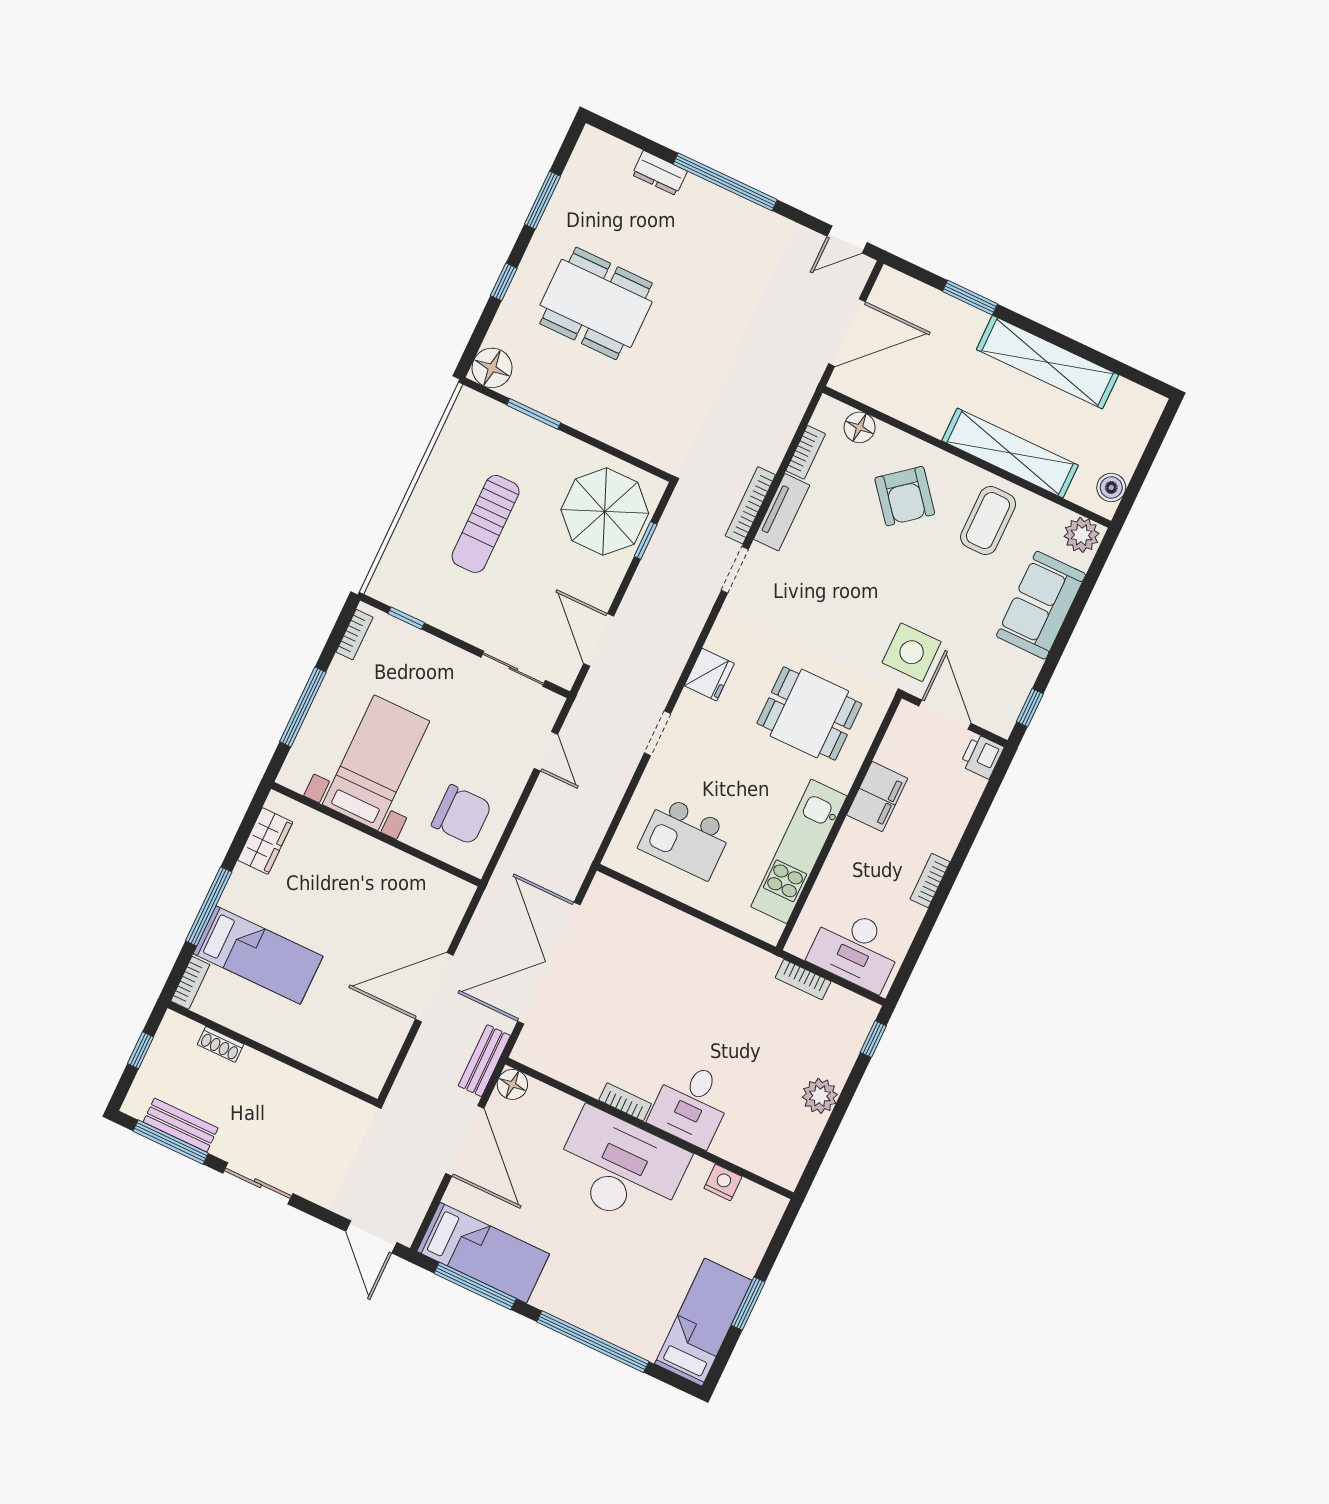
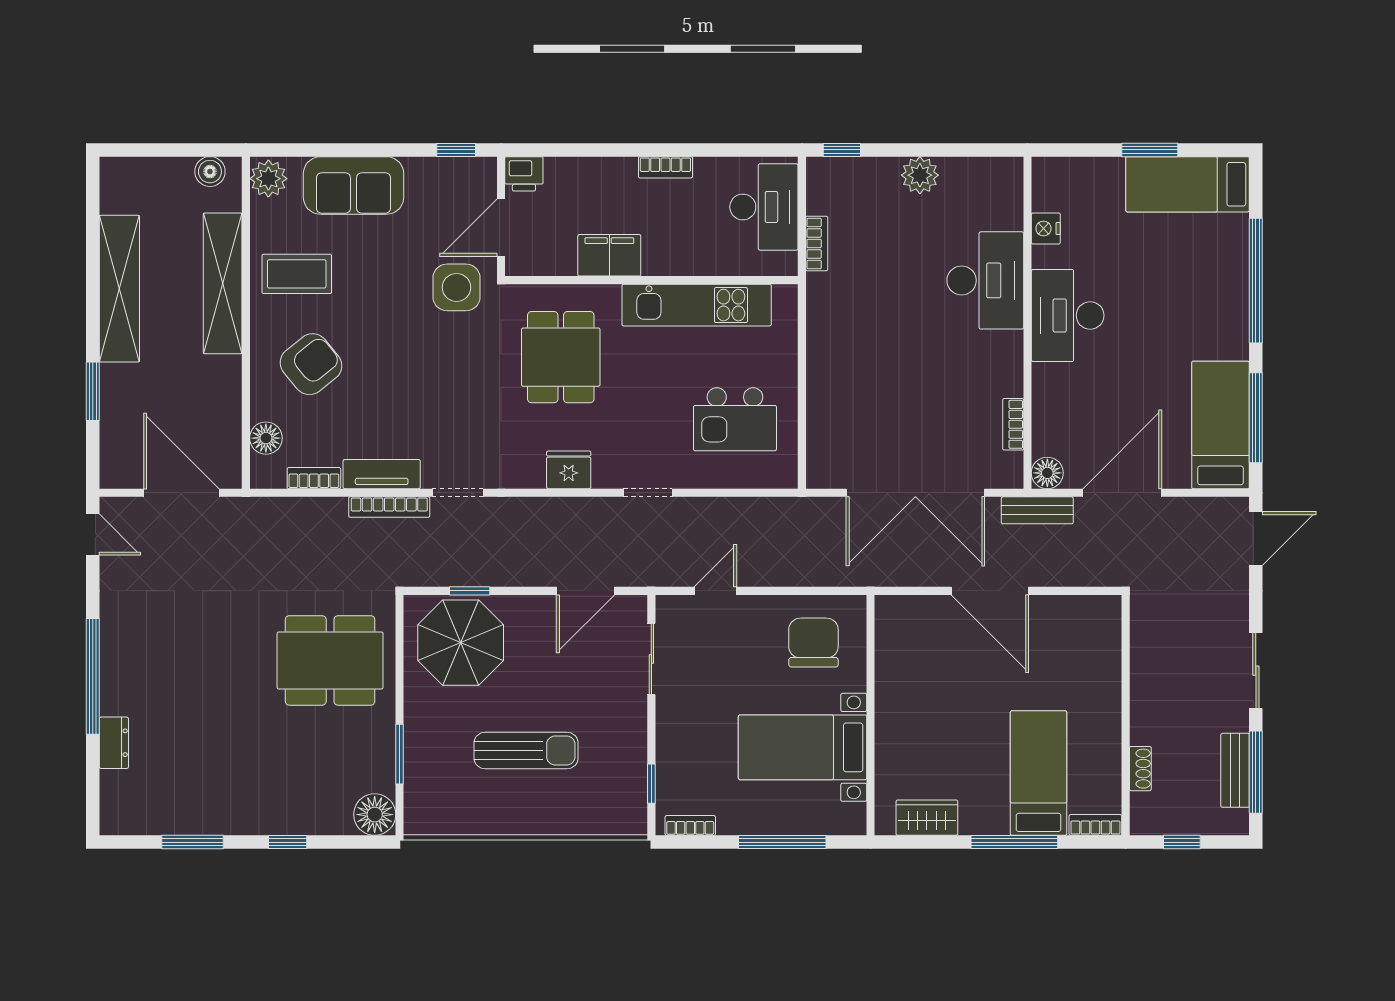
dining table: (596, 303) -> (330, 660), moved, turned 90
kitchen island: (685, 838) -> (735, 419), turned 90
bookcase: (625, 1102) -> (1013, 424), moved
desk: (691, 1104) -> (985, 280), width x1.37
desk: (620, 1168) -> (1068, 315), width x0.73, depth x0.77

